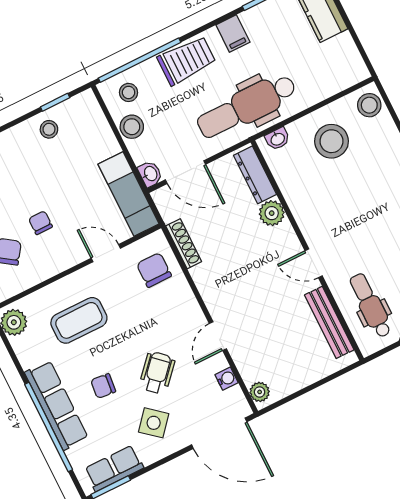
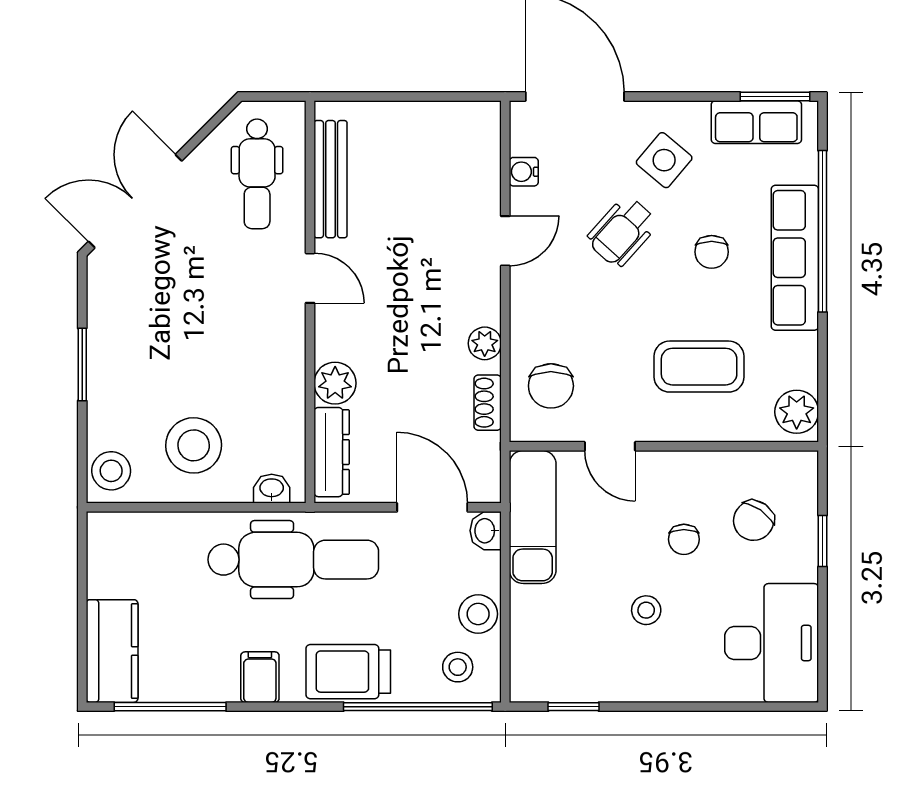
stool: (49, 129) -> (646, 610), moved
shoe rack: (184, 244) -> (488, 403), width x0.70
chair: (103, 386) -> (712, 252), turned 84
plant: (260, 392) -> (485, 343), moved

